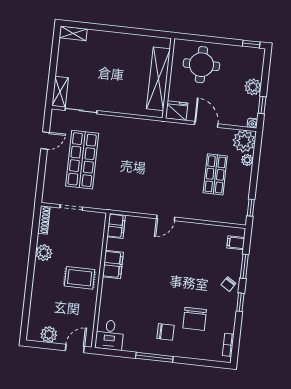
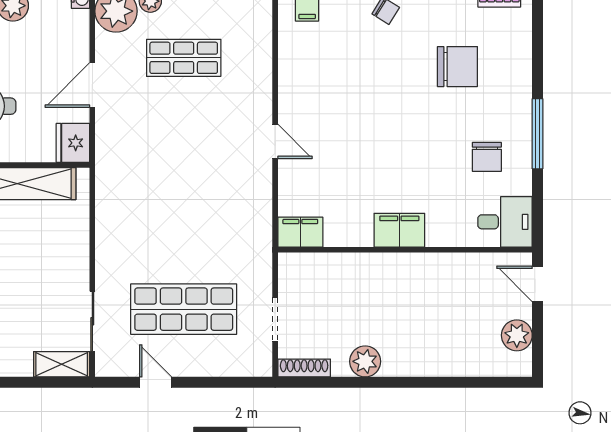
filing cabinet: (113, 265) -> (399, 230), moved
rug: (80, 278) -> (405, 290), removed
chair: (166, 332) -> (487, 157), moved, turned 180

